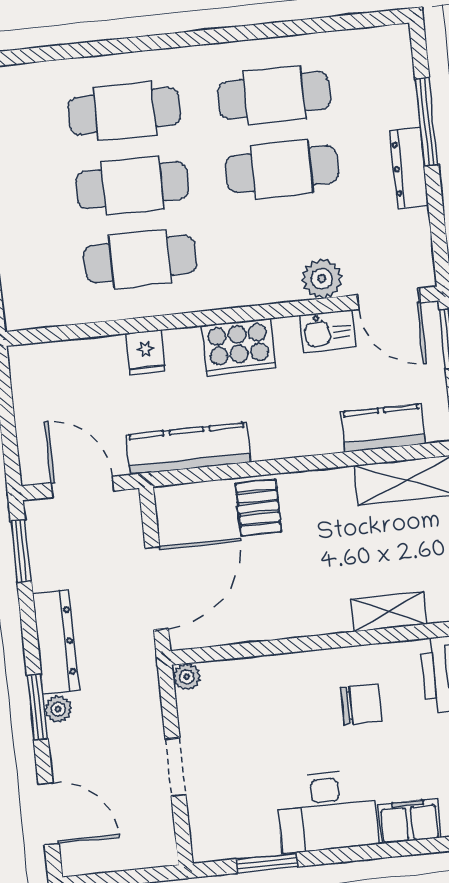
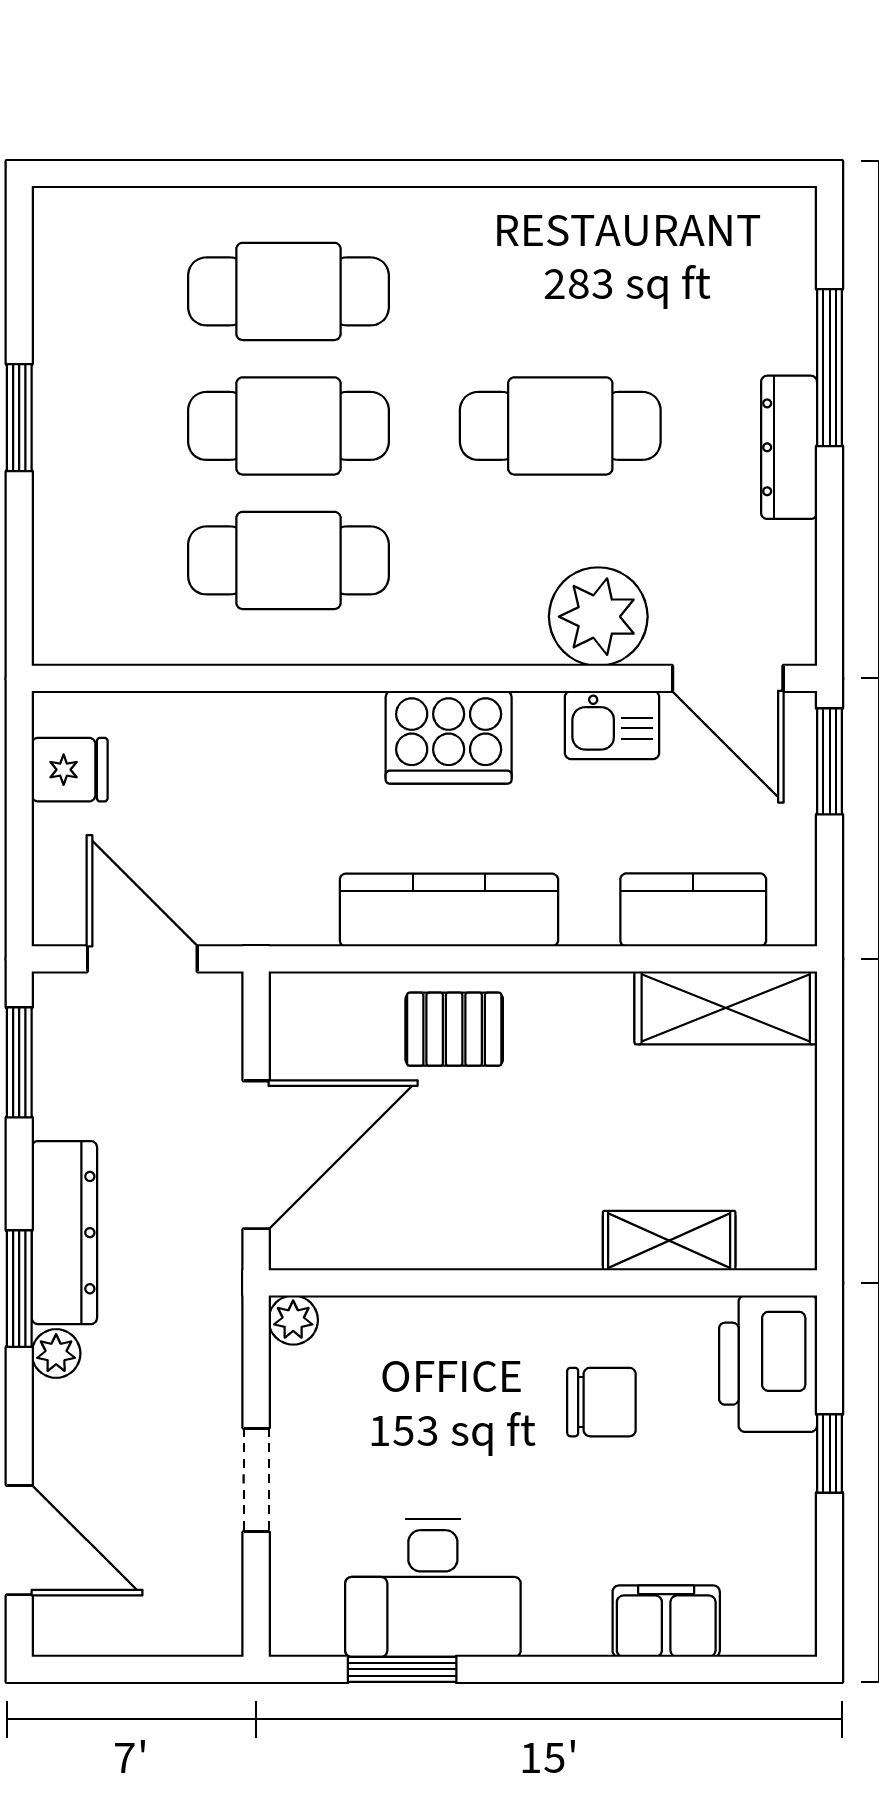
cafe table: (274, 95) -> (560, 291), removed
plant: (322, 279) -> (598, 617), width x1.36, depth x1.36
fridge: (146, 352) -> (70, 770), moved, turned -90
kitchen counter: (188, 449) -> (449, 910), moved
pallet: (258, 508) -> (454, 1029), turned 90
window: (37, 707) -> (19, 1289), moved
desk: (327, 811) -> (433, 1588), moved

